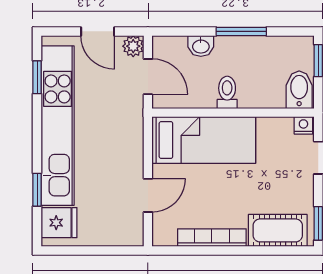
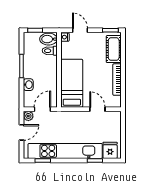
toilet: (227, 92) -> (50, 51), moved

